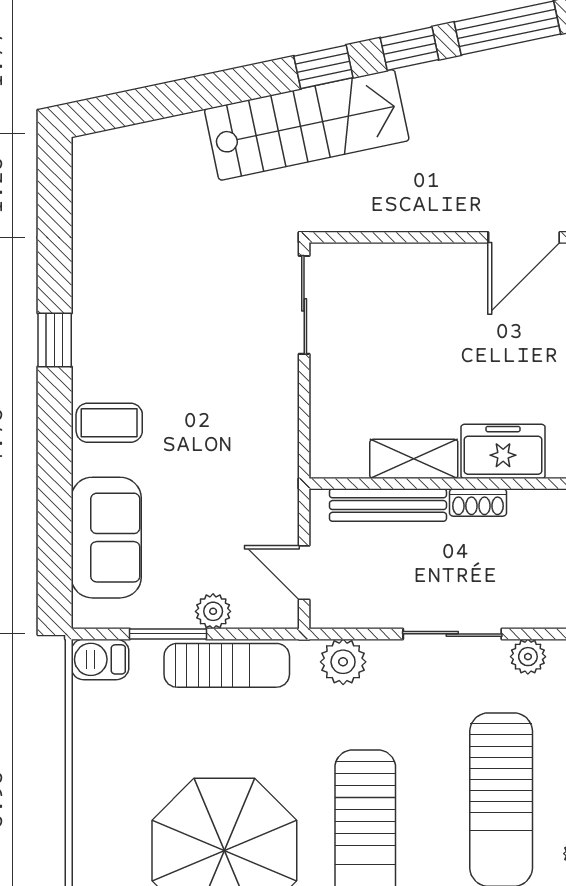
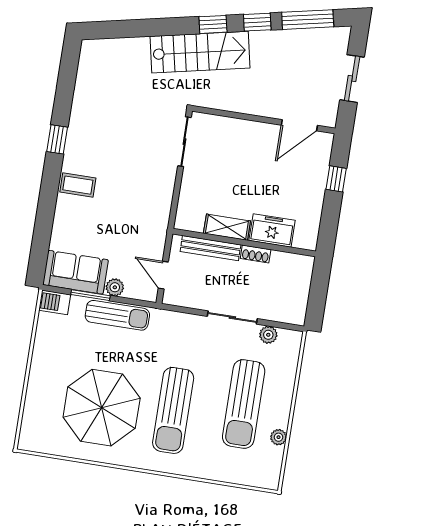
sofa: (106, 538) -> (76, 272), moved, turned -90
plant: (343, 662) -> (176, 323), removed

